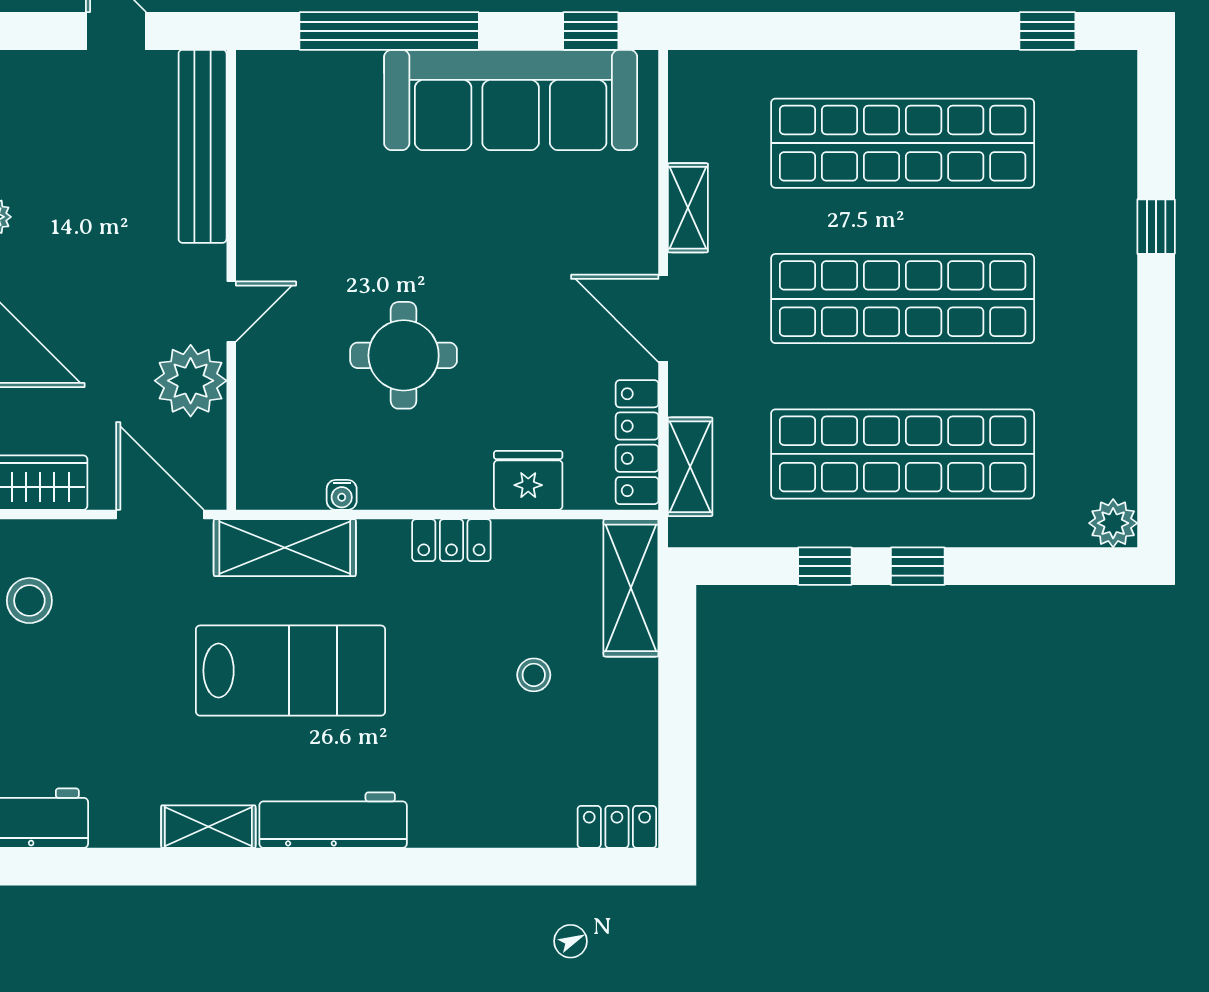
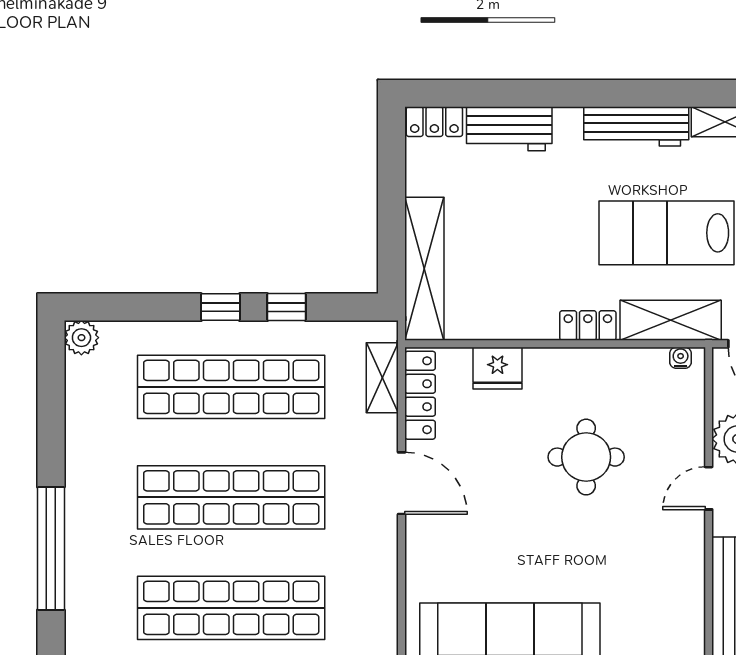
shelving: (688, 208) -> (384, 562), removed
window: (1156, 227) -> (51, 549), width x3.17
water cooler: (342, 495) -> (681, 358), moved
locker: (451, 540) -> (588, 326), moved
shelving: (631, 588) -> (424, 269), width x1.47
stool: (534, 675) -> (494, 230), removed
workbench: (512, 817) -> (509, 129), added

